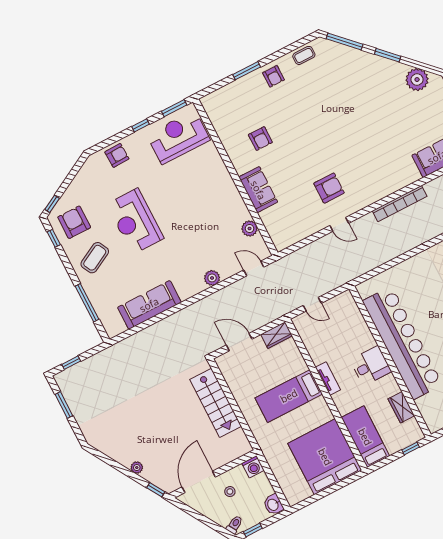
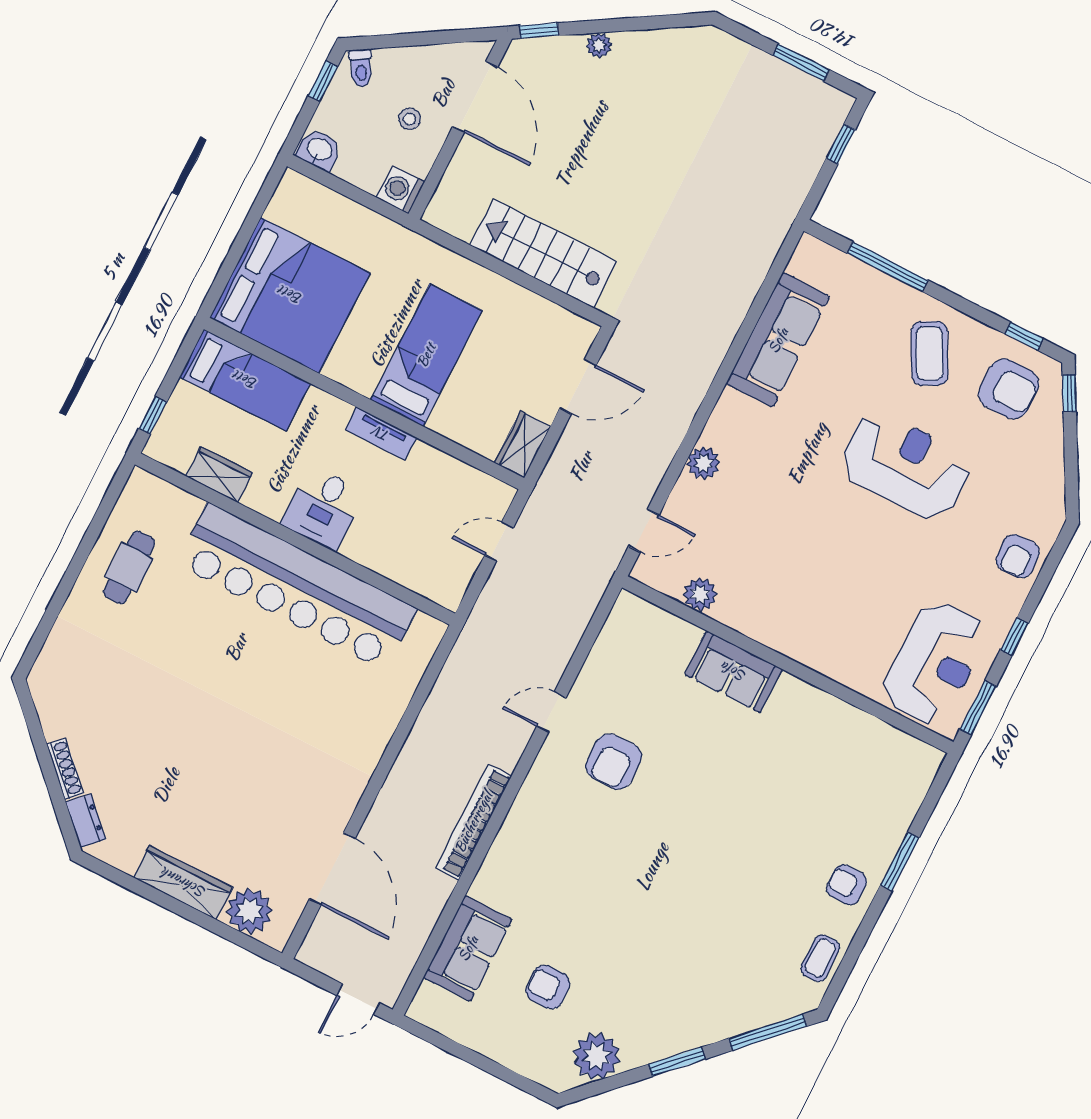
armchair: (260, 139) -> (548, 987), moved

